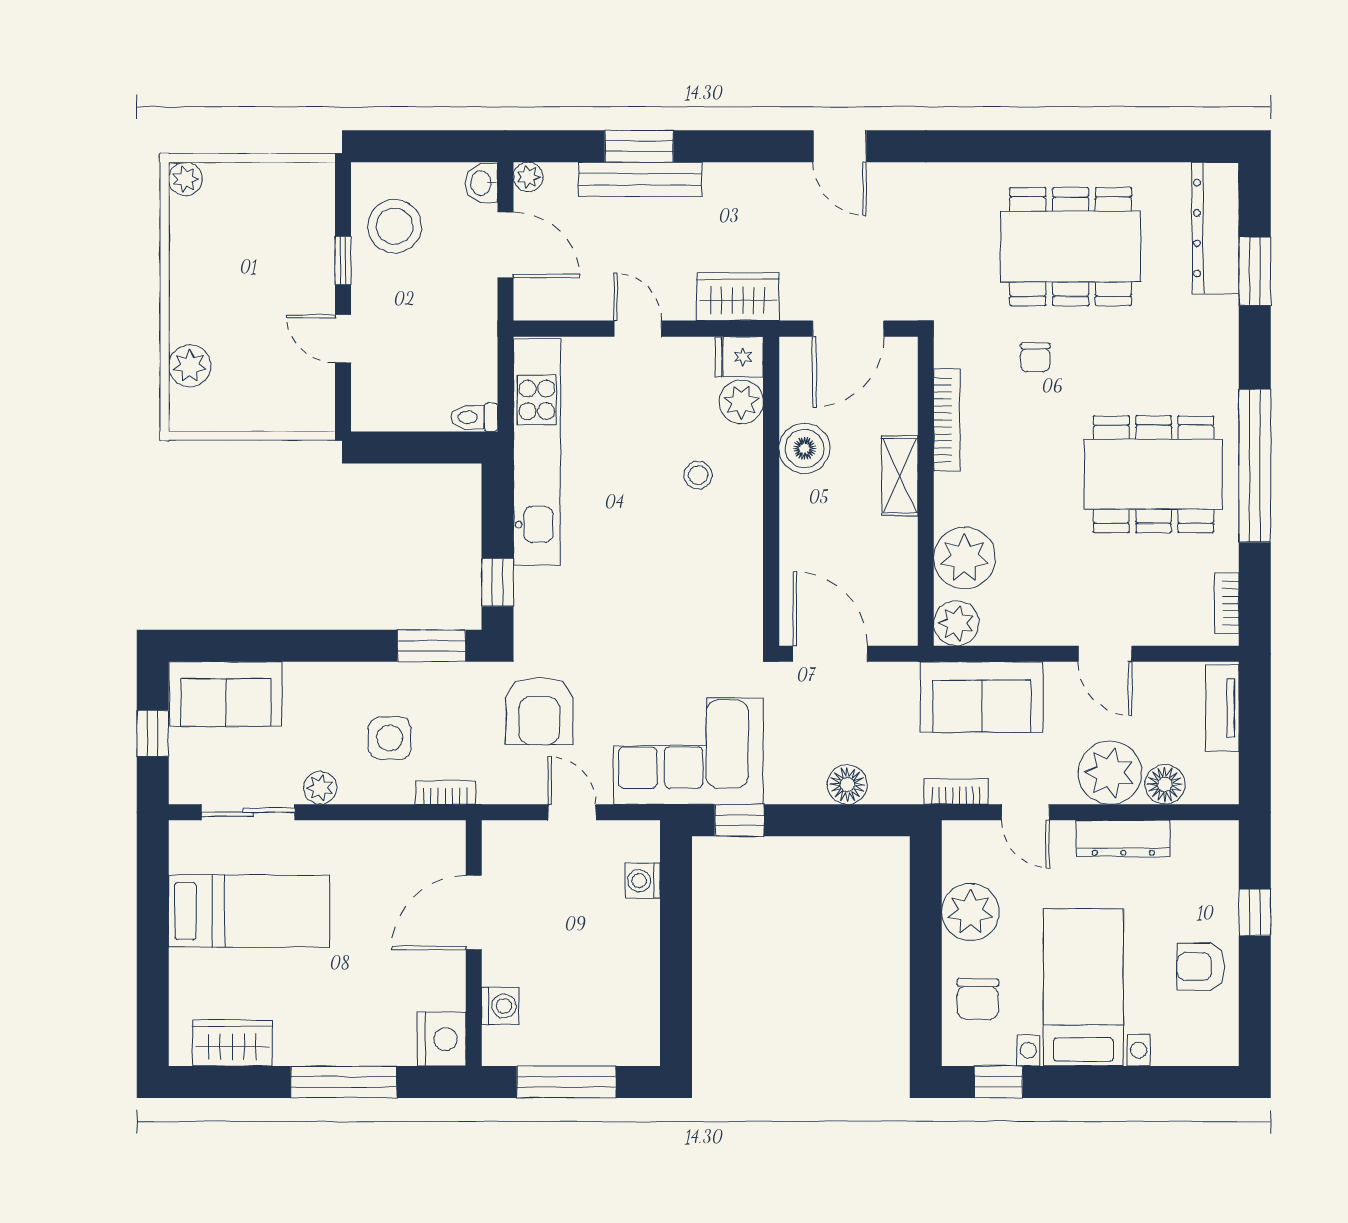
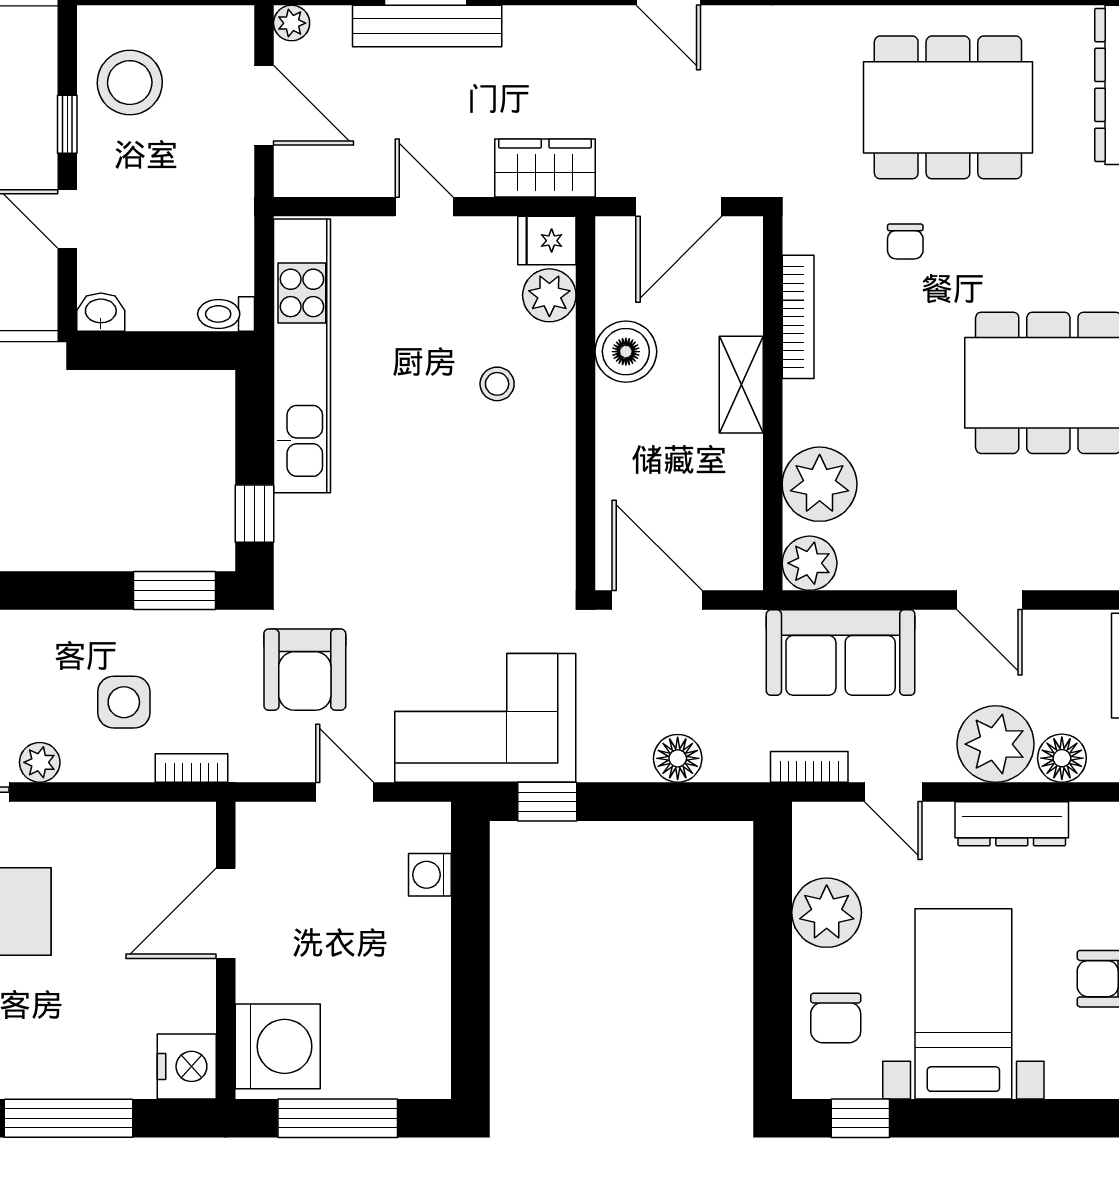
washbasin: (482, 183) -> (101, 312), moved, turned 90
washing machine: (500, 1006) -> (278, 1046), width x1.89, depth x1.89

